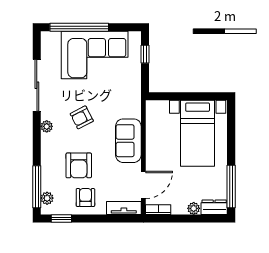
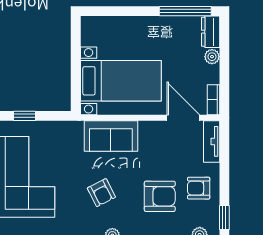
bed with nightstands: (198, 133) -> (121, 81), moved
sofa: (128, 141) -> (111, 136), moved

